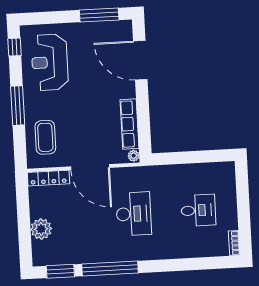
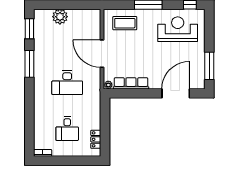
door: (90, 167) -> (102, 54), hinge flipped
locker: (48, 178) -> (96, 139), moved, width x0.66
window: (110, 268) -> (29, 64), width x0.68

